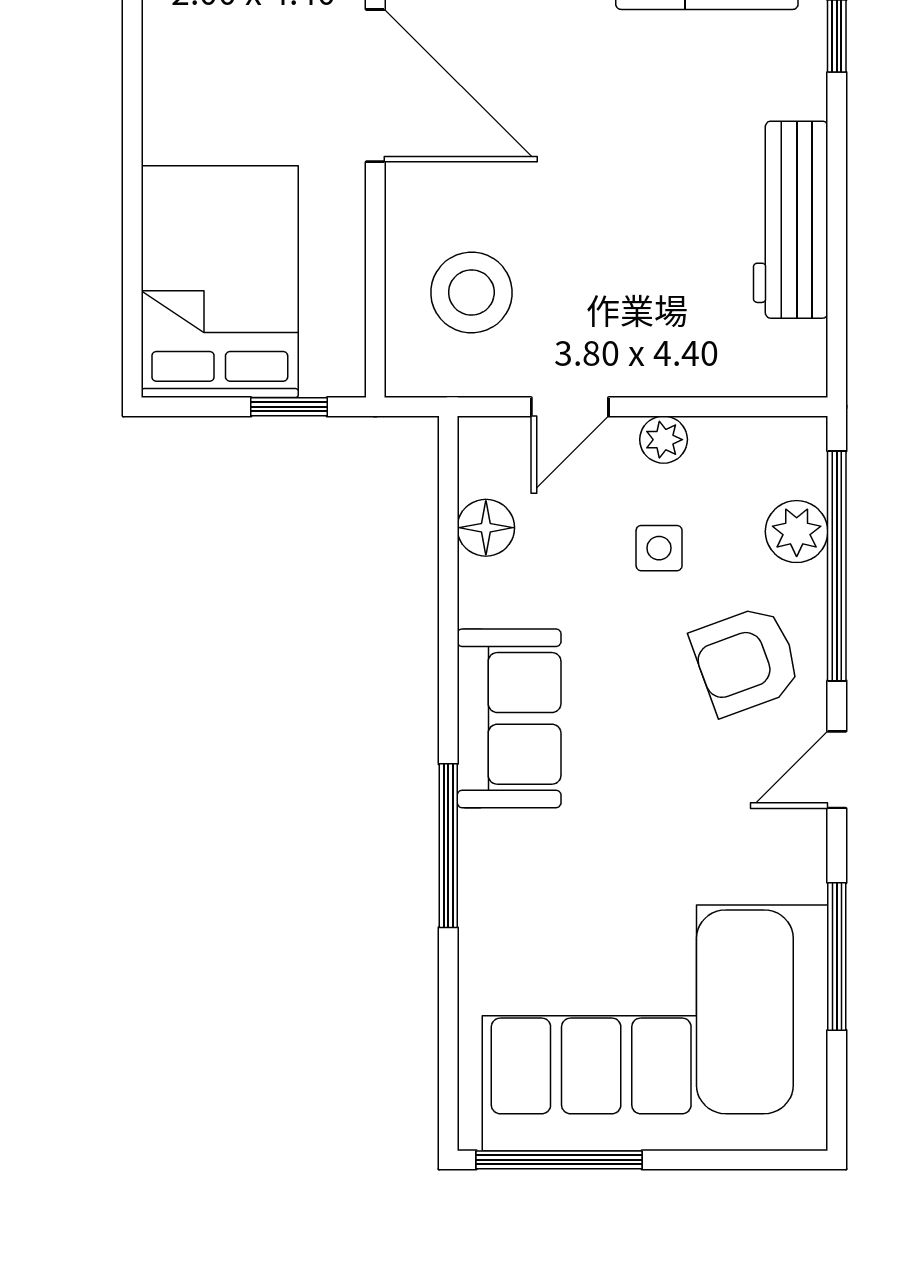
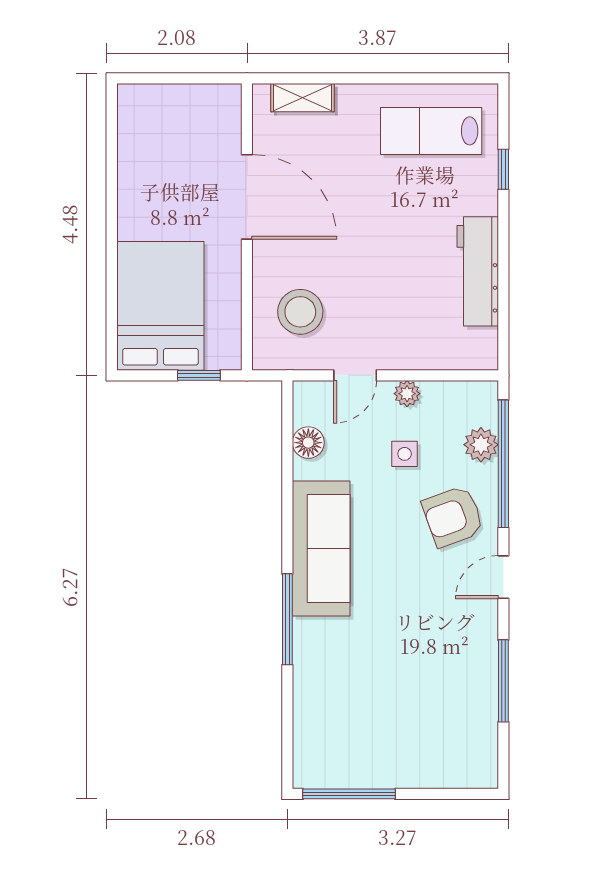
sofa: (509, 718) -> (321, 549), width x1.36
corner sofa: (655, 1028) -> (402, 721), removed

